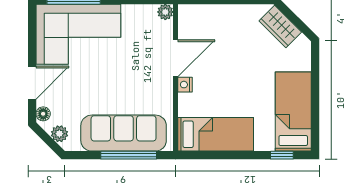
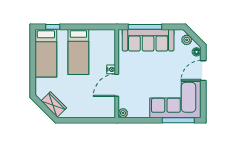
bed: (216, 134) -> (78, 52), moved, turned -90

